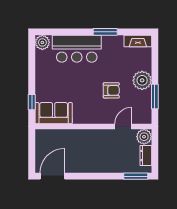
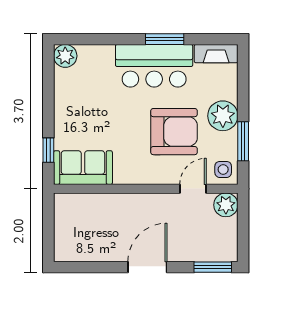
bar counter: (77, 49) -> (154, 66), moved
armchair: (111, 90) -> (174, 132), width x1.88, depth x1.88
side table: (142, 114) -> (223, 169), added
dresser: (146, 155) -> (229, 235), removed
door: (53, 176) -> (147, 267), moved

